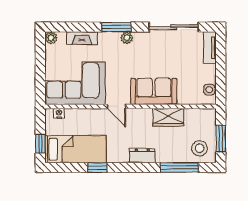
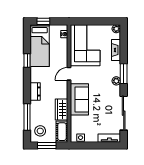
cot: (201, 117) -> (62, 132), added

